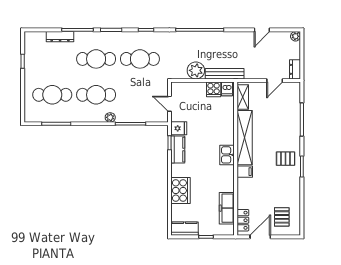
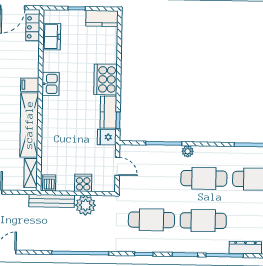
cooker: (214, 89) -> (83, 183), moved
kitchen sink: (227, 155) -> (51, 84), moved
cooker: (181, 191) -> (106, 79), moved
freezer: (227, 208) -> (52, 37), width x0.71

